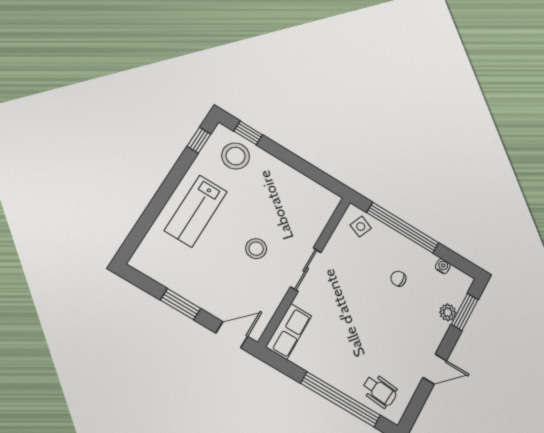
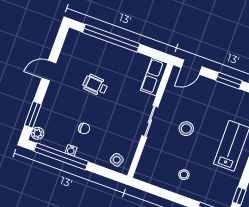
stool: (236, 156) -> (184, 175), moved, width x0.53, depth x0.53
window: (403, 228) -> (61, 156), moved
water cooler: (443, 266) -> (71, 150), moved
plant: (448, 312) -> (37, 133), moved
wheelchair: (380, 391) -> (95, 85), moved

